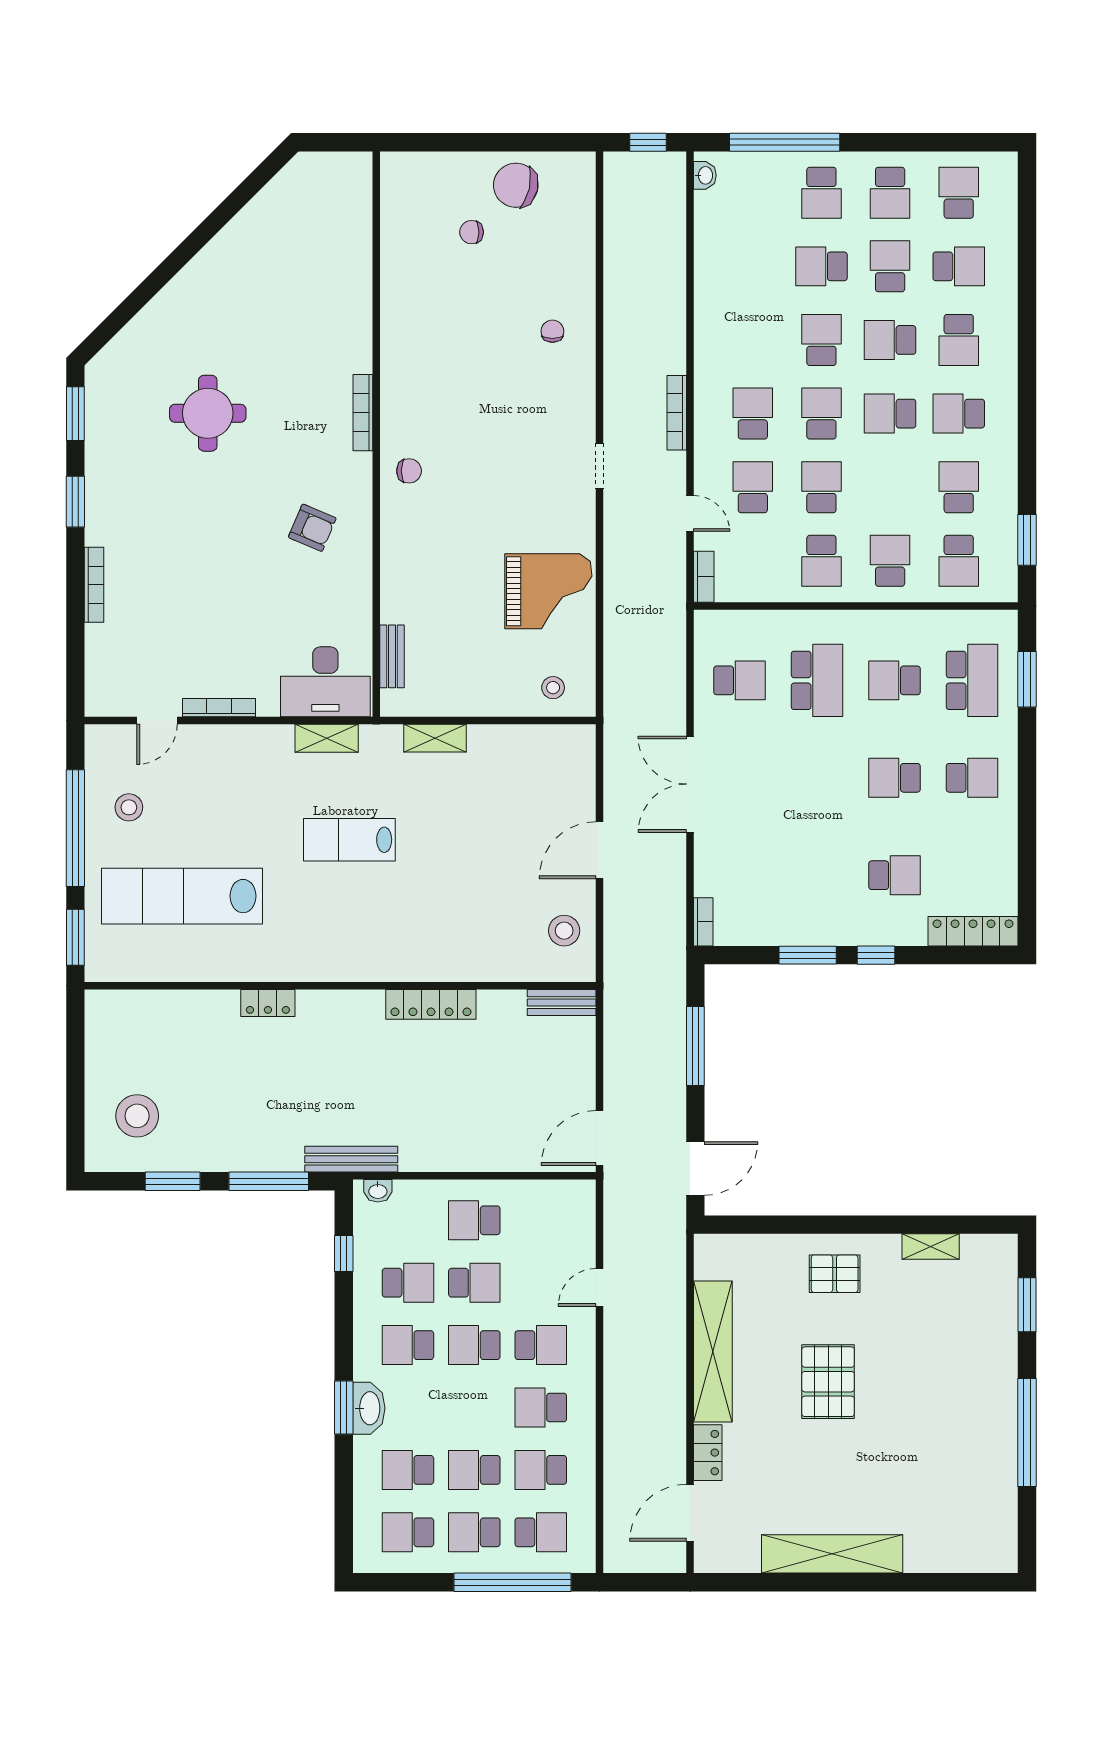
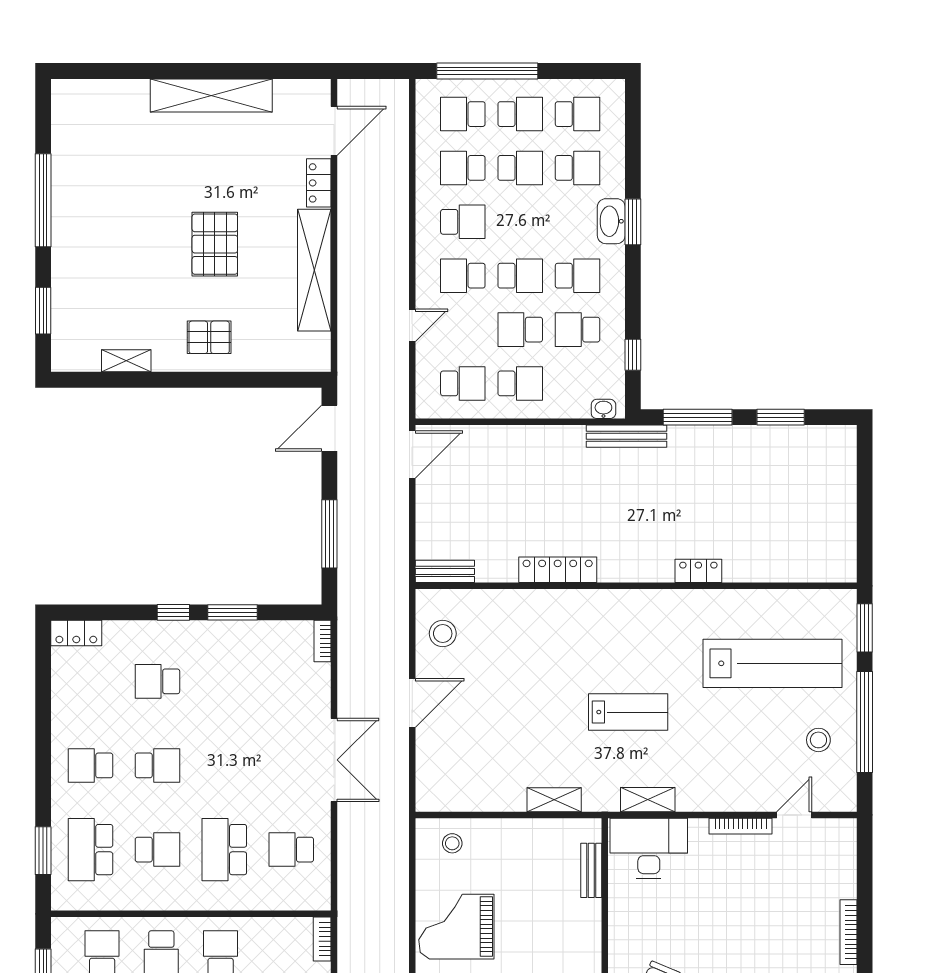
locker: (973, 931) -> (76, 633), width x0.66
stool: (137, 1116) -> (811, 474), removed
school desk: (541, 1220) -> (463, 383), added
school desk: (541, 1470) -> (463, 168), turned 180

